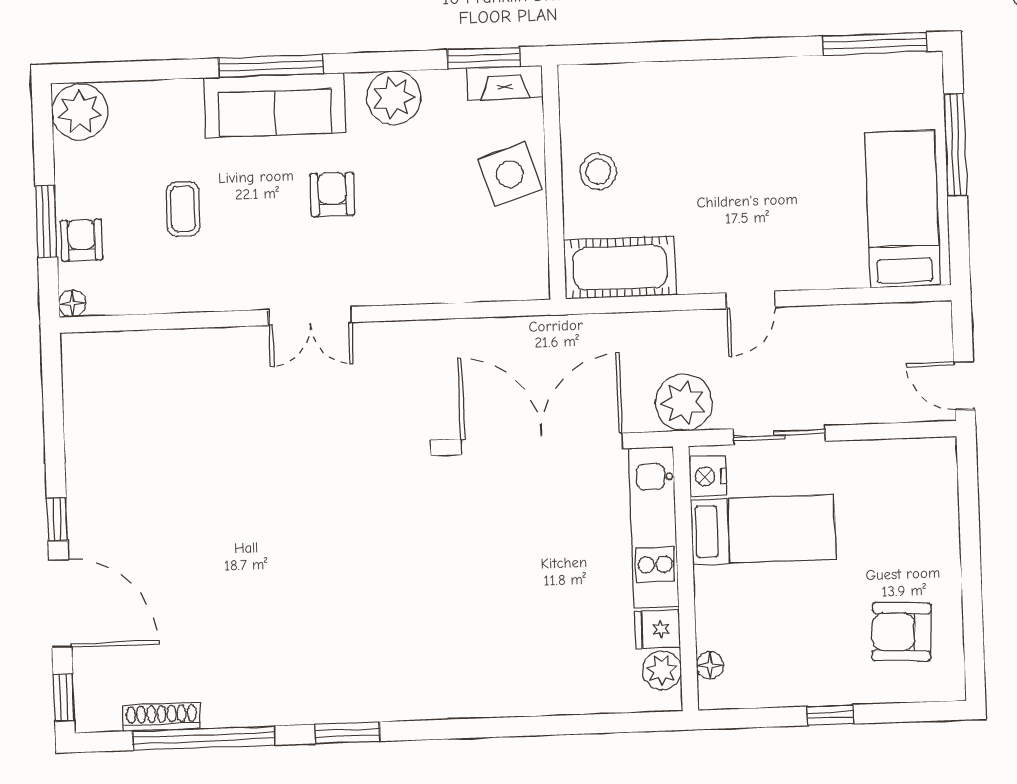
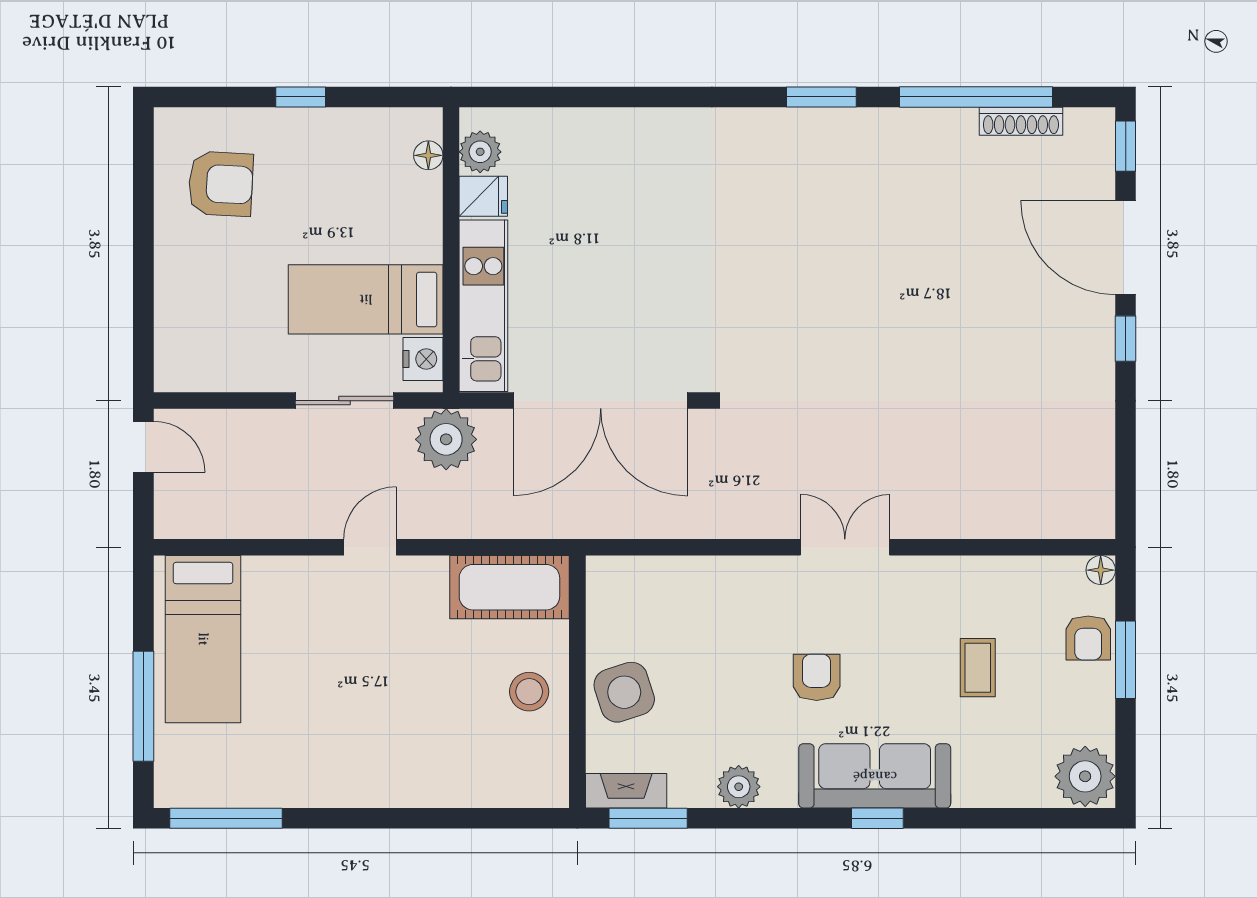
window: (271, 66) -> (877, 818), width x0.46
plant: (394, 98) -> (739, 787), width x0.73, depth x0.73
armchair: (332, 195) -> (817, 677), turned 180

